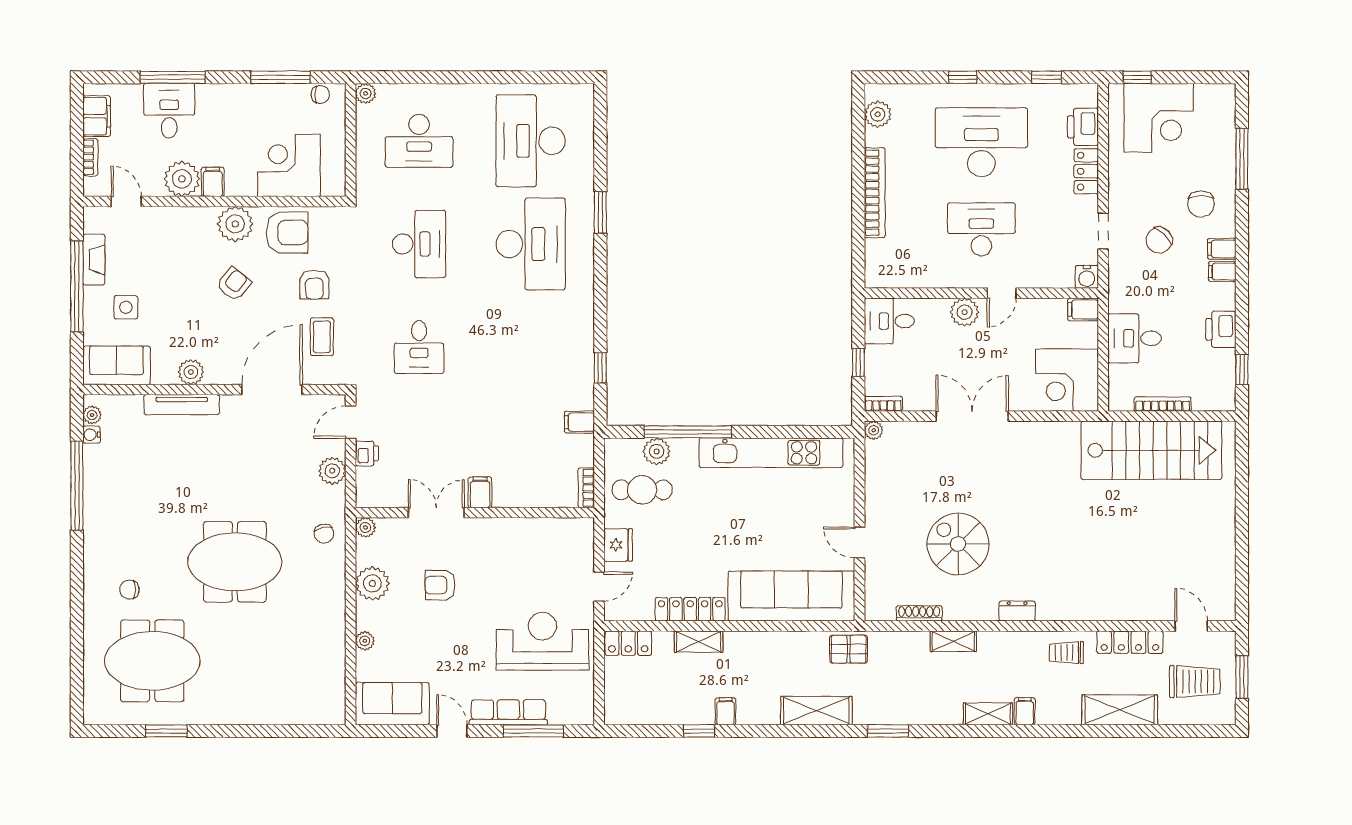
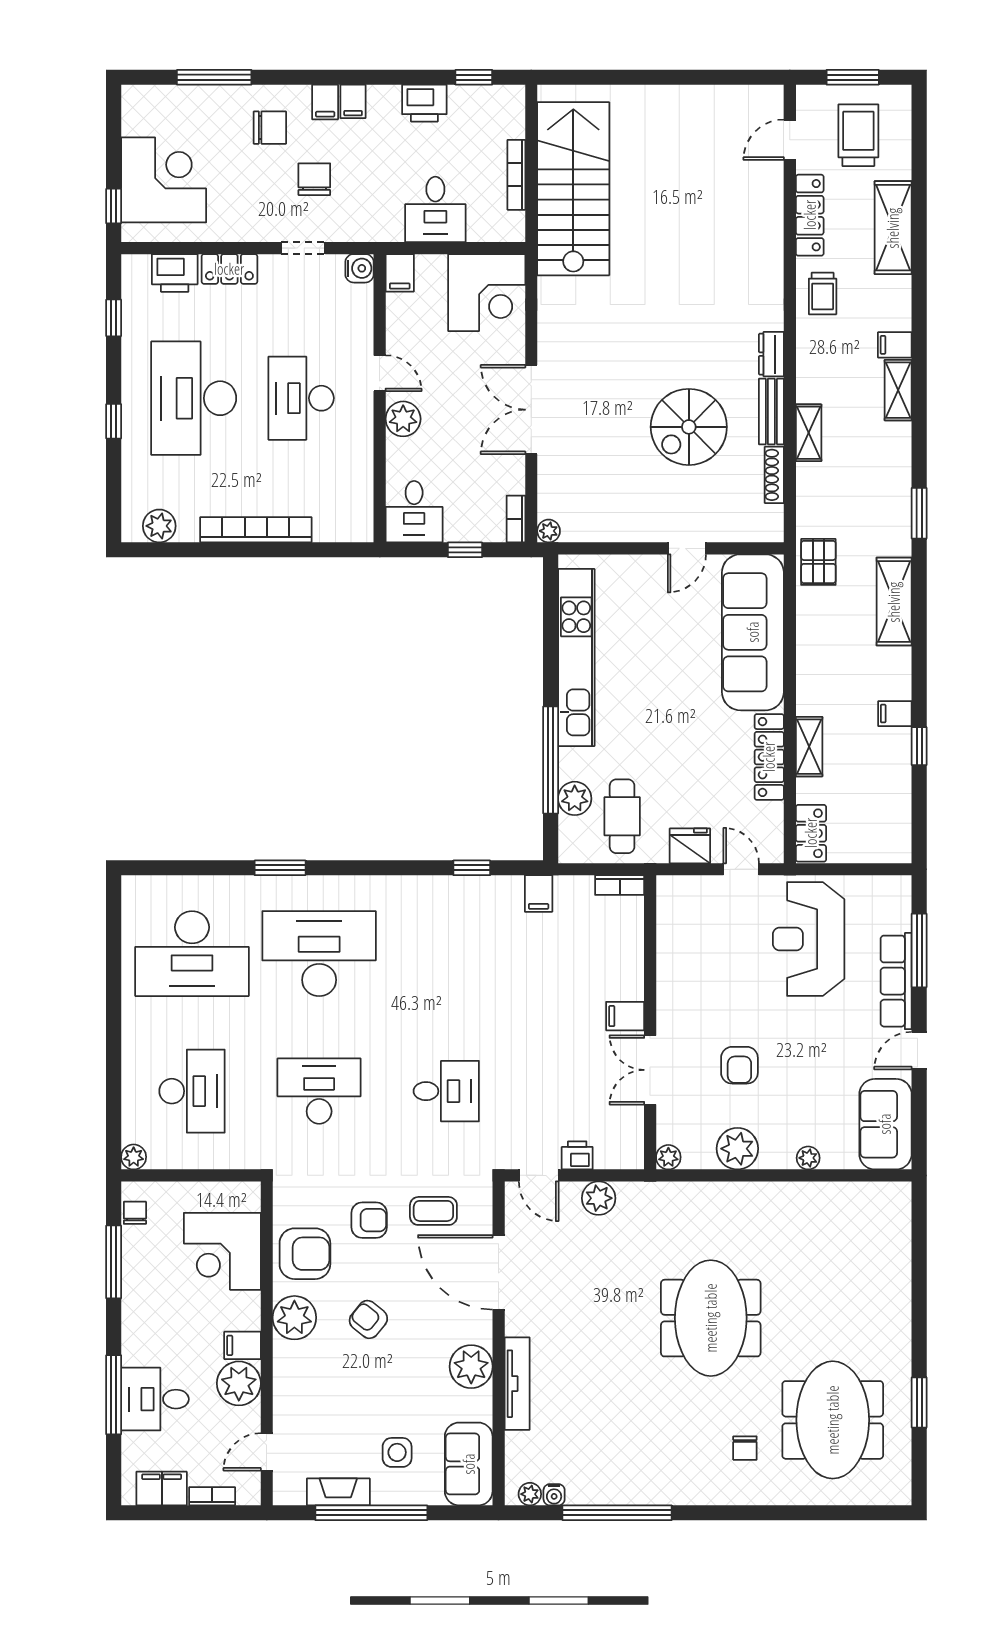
armchair: (287, 232) -> (305, 1254), turned 90
chair: (1159, 240) -> (314, 179), turned -134
plant: (191, 372) -> (471, 1367), width x1.36, depth x1.36
chair: (324, 534) -> (676, 1208), removed
bench: (971, 611) -> (771, 412), added

